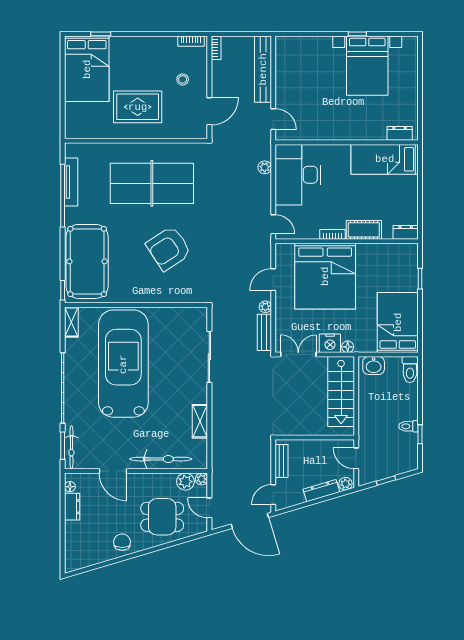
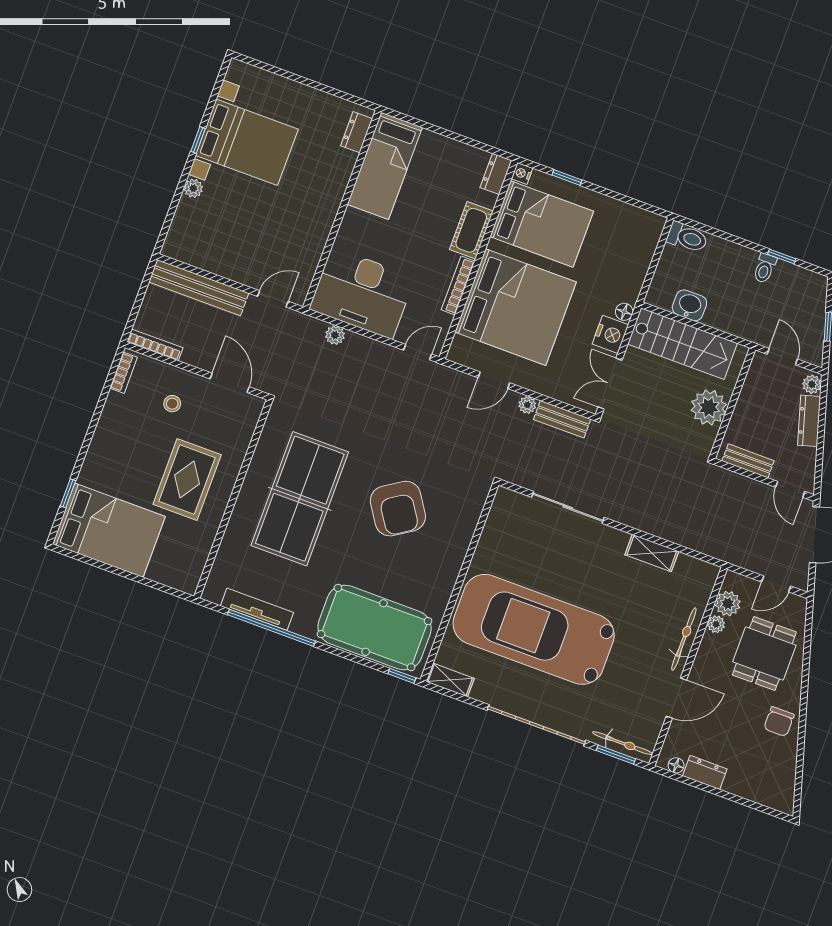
plant: (325, 42) -> (193, 188), added
bookcase: (216, 48) -> (155, 345), width x1.56
bookcase: (332, 234) -> (458, 285), width x1.56
nightstand: (412, 249) -> (522, 173), added
door: (273, 280) -> (494, 380), hinge flipped
bed: (398, 322) -> (542, 224), moved, turned 180
washbasin: (374, 365) -> (689, 305), moved, turned -90
plant: (306, 423) -> (709, 407), added
door: (356, 458) -> (782, 357), swing flipped
bicycle: (161, 459) -> (684, 639), width x0.73, depth x0.71
plant: (201, 479) -> (716, 624), moved
chair: (122, 542) -> (779, 722), turned -90

